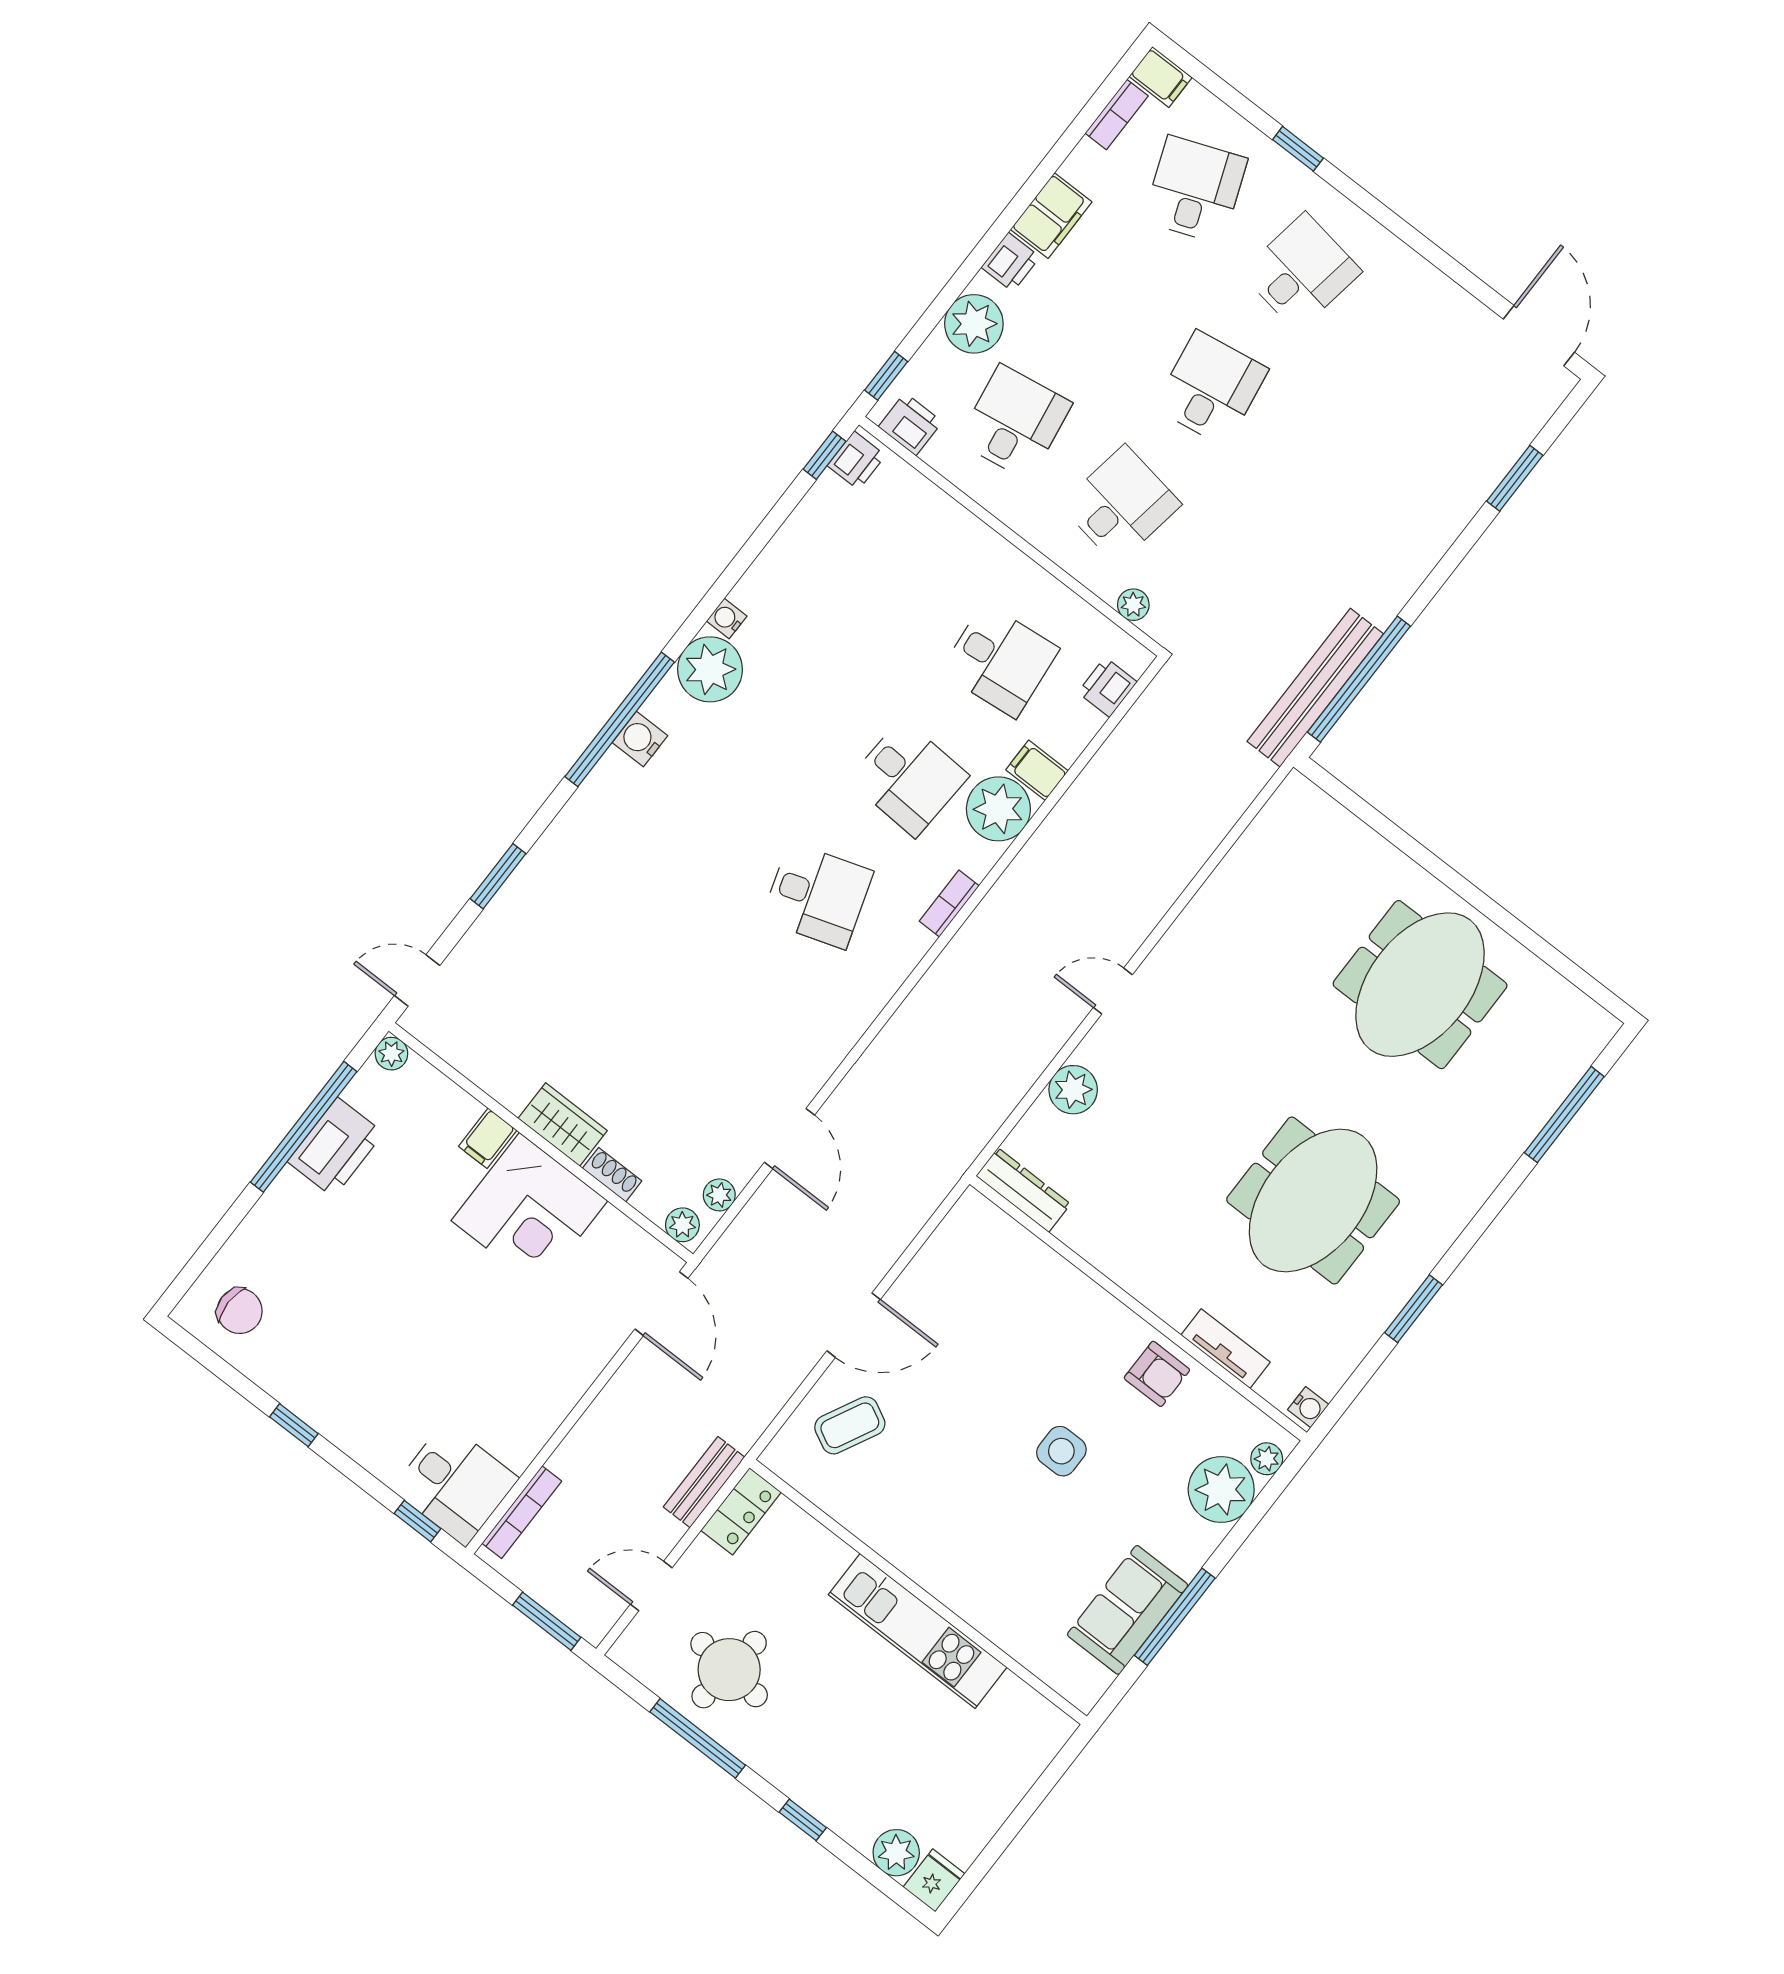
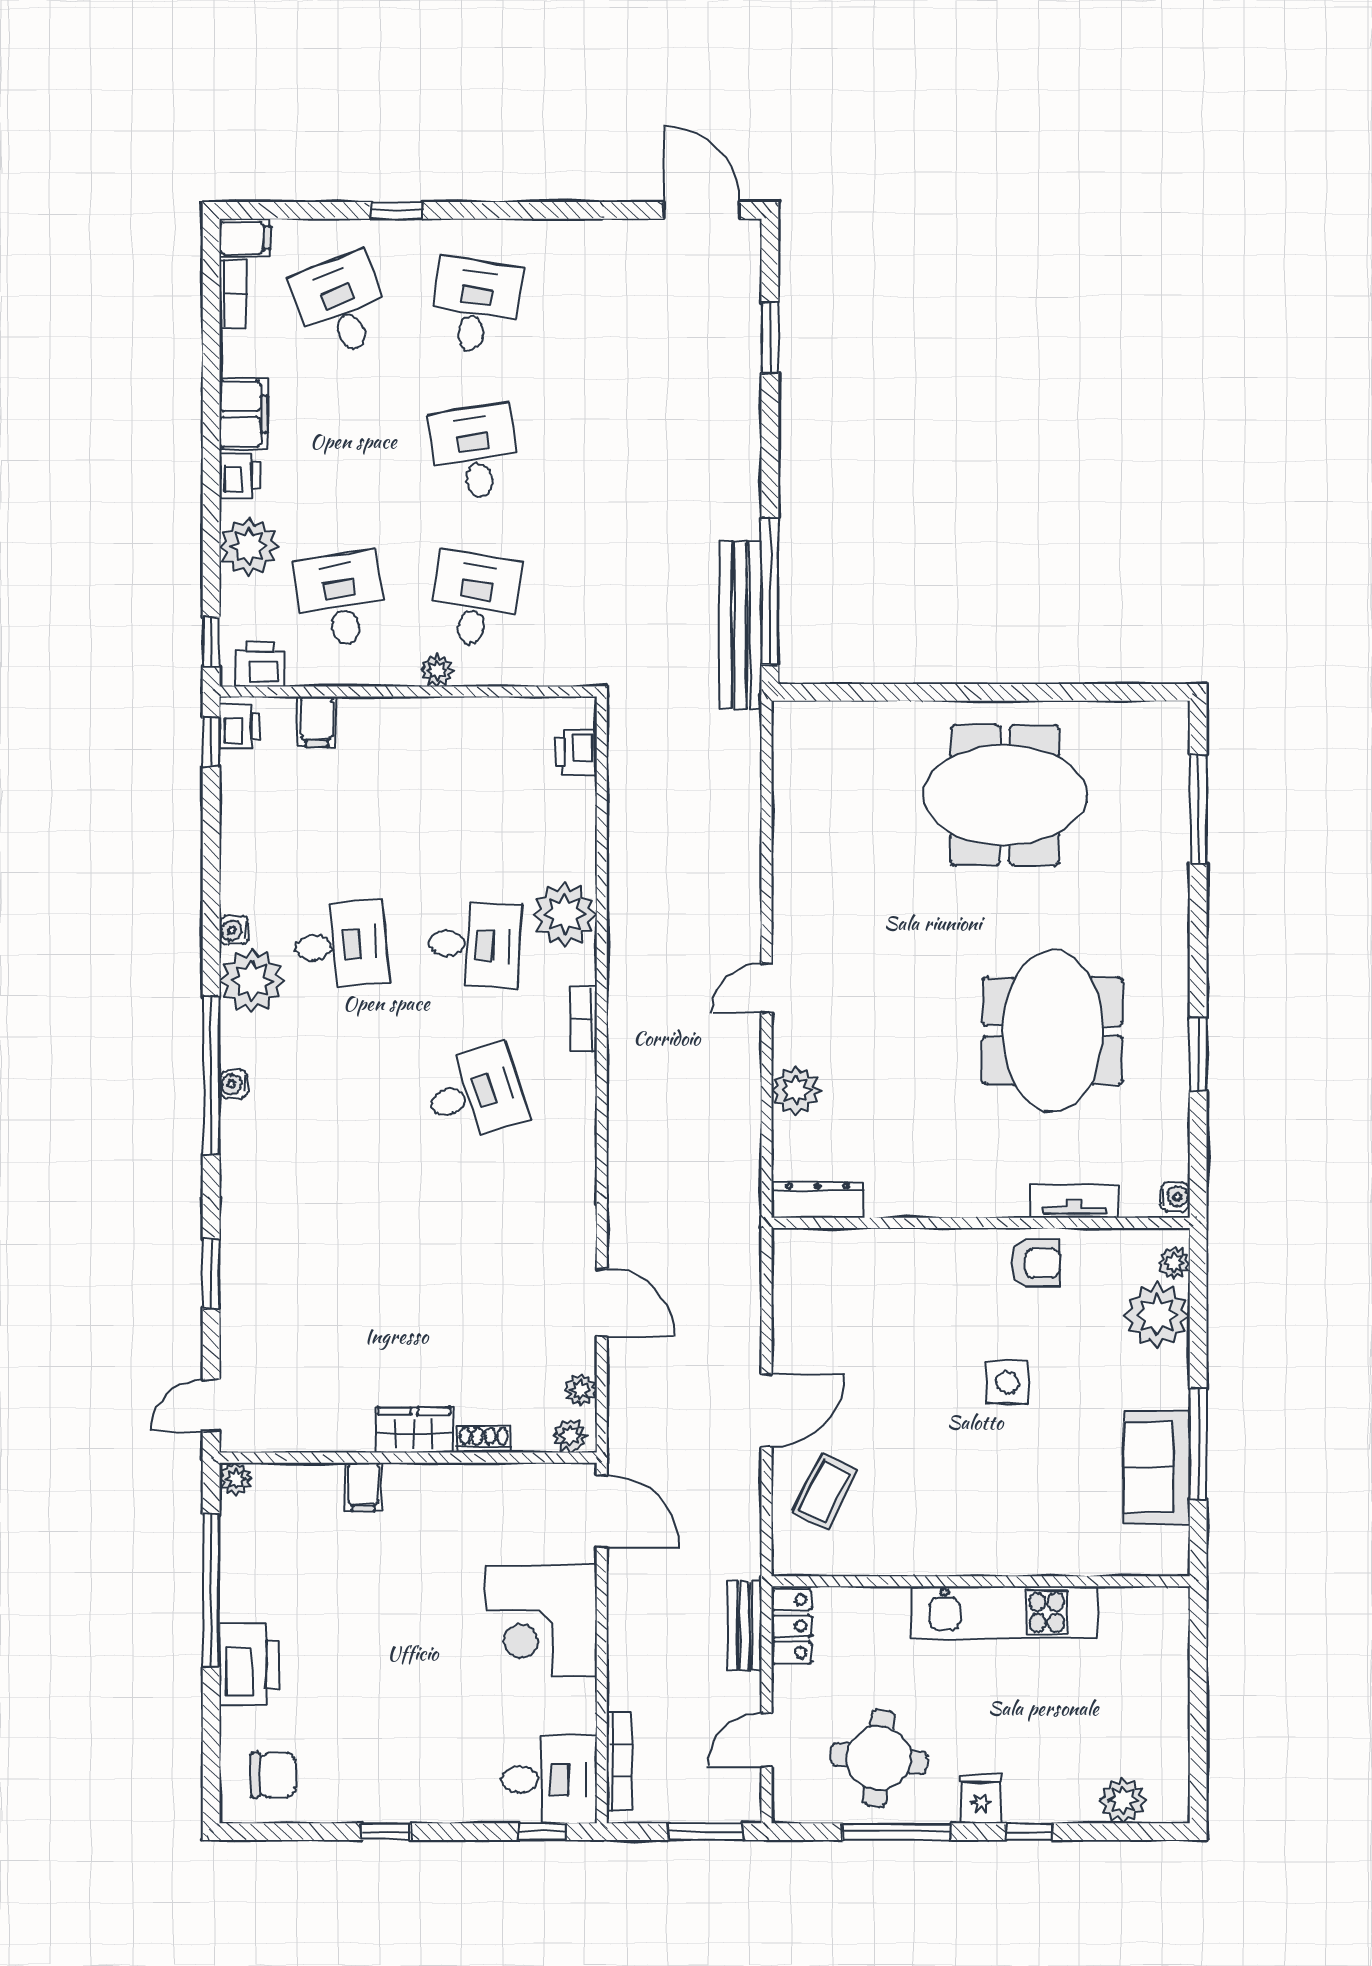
plant: (1133, 605) -> (437, 671), moved
desk: (1000, 660) -> (341, 945), moved
water cooler: (640, 739) -> (234, 1084), width x0.72, depth x0.72
filing cabinet: (1037, 770) -> (317, 722), moved, turned -90
meeting table: (1420, 985) -> (1005, 795), turned 90
printer: (336, 1147) -> (249, 1664), moved
corner desk: (529, 1211) -> (541, 1621), moved, turned 90
fridge: (934, 1880) -> (981, 1799), moved

